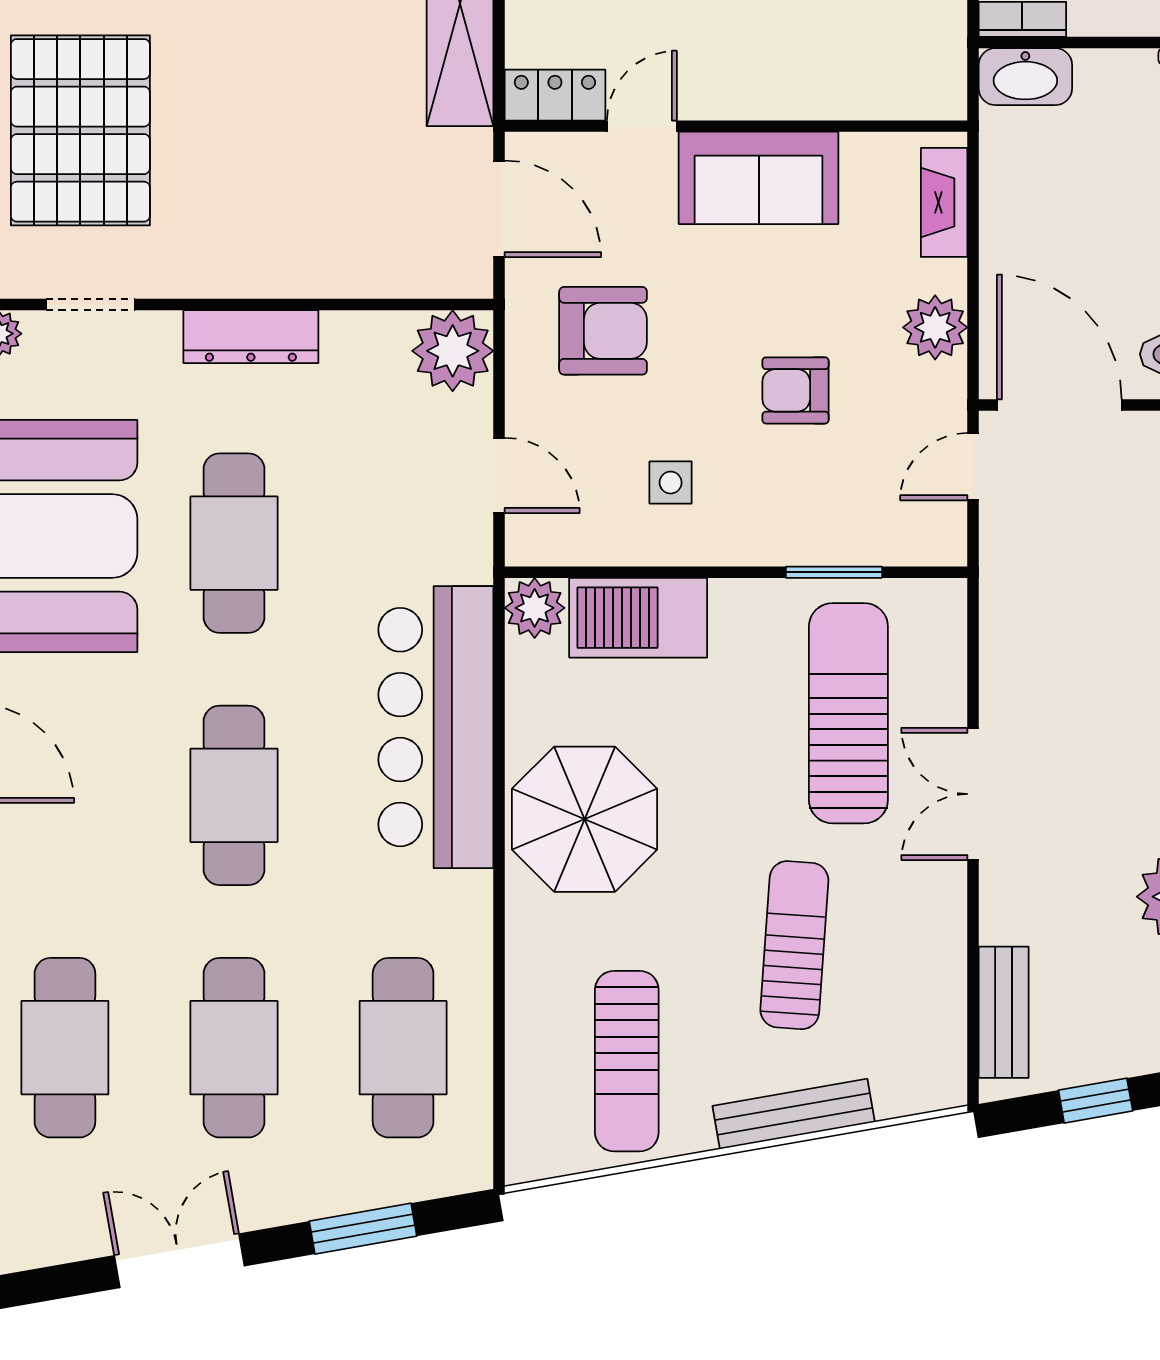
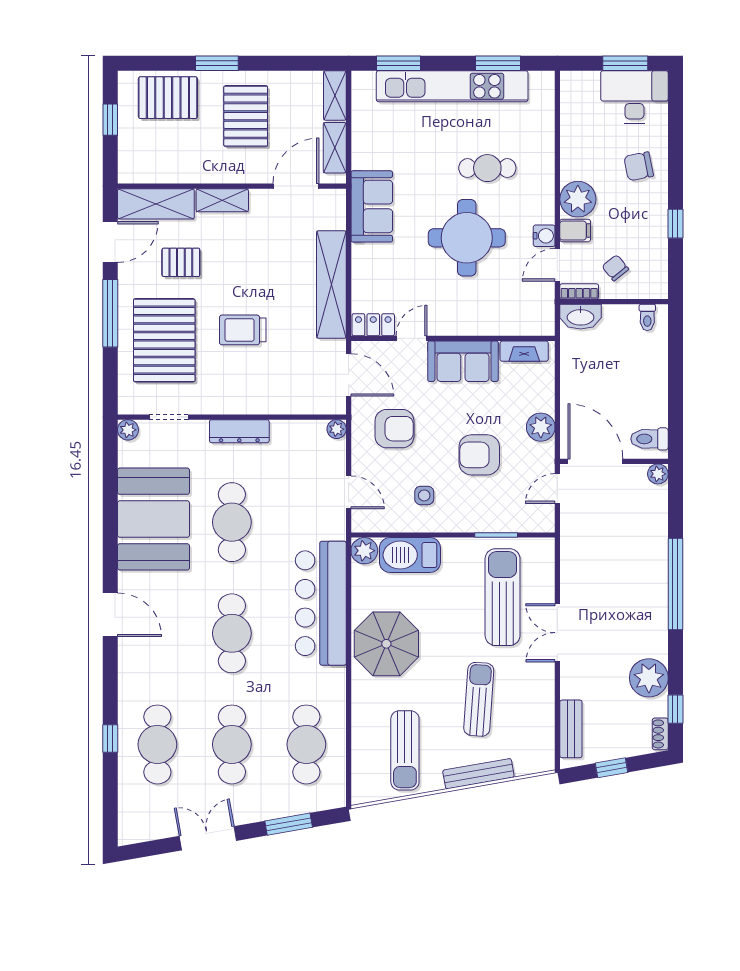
trolley: (259, 107) -> (243, 330), added
fireplace: (944, 202) -> (524, 351), moved, turned -90
plant: (453, 351) -> (337, 429), width x0.53, depth x0.53
armchair: (795, 390) -> (479, 455), width x1.38, depth x1.38

